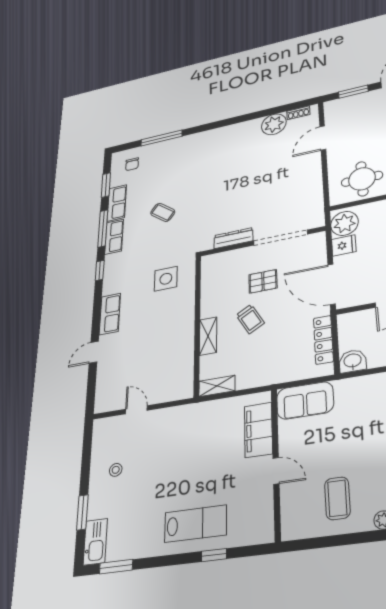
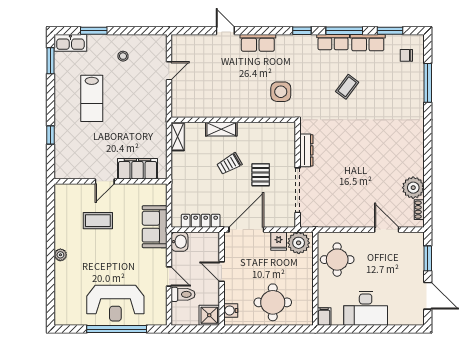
sofa: (305, 400) -> (155, 227), moved
coffee table: (337, 498) -> (98, 221), moved
lab bench: (195, 524) -> (92, 98), moved

